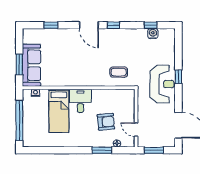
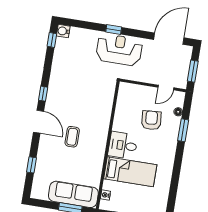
door: (89, 25) -> (39, 122), hinge flipped
window: (151, 25) -> (52, 40), moved
water cooler: (153, 34) -> (63, 31), moved
coffee table: (119, 72) -> (72, 137), moved

